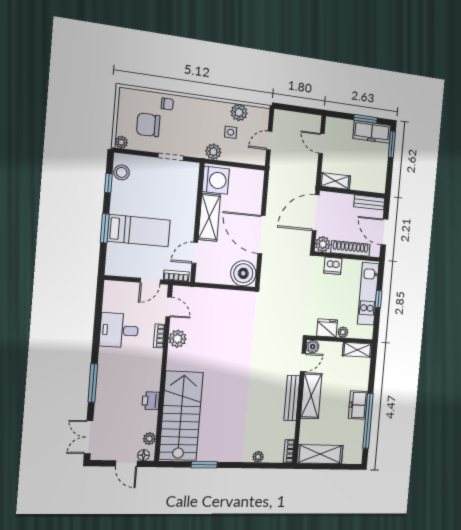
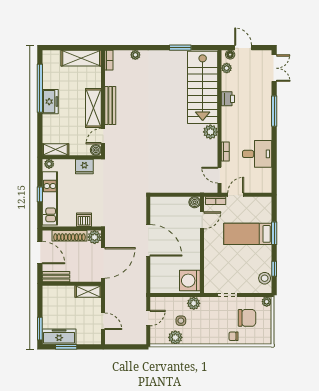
shelving: (209, 217) -> (193, 250), removed
boiler: (243, 273) -> (195, 202), moved, width x0.54, depth x0.54
plant: (343, 332) -> (49, 164), moved
plant: (177, 339) -> (210, 132), moved

